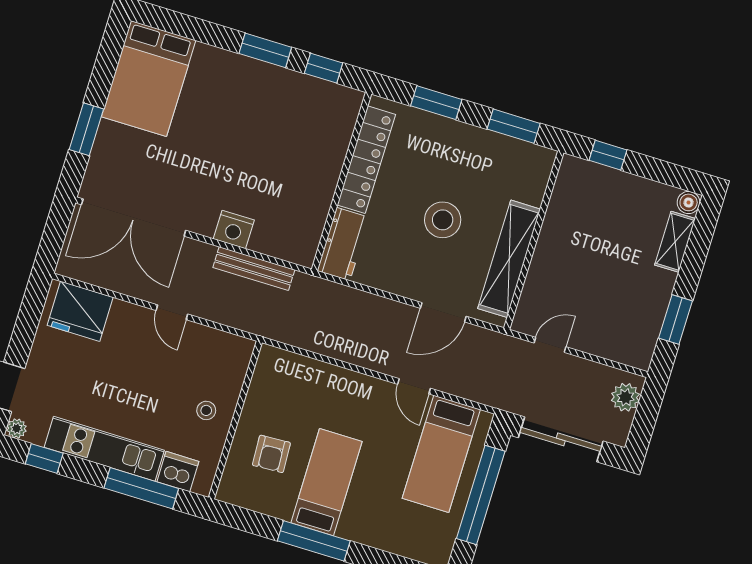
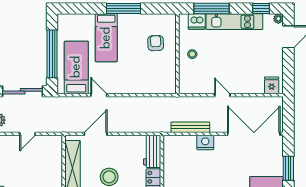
fridge: (80, 311) -> (272, 85), width x0.53, depth x0.75
door: (550, 345) -> (28, 134), moved
bed: (326, 482) -> (106, 38), moved

